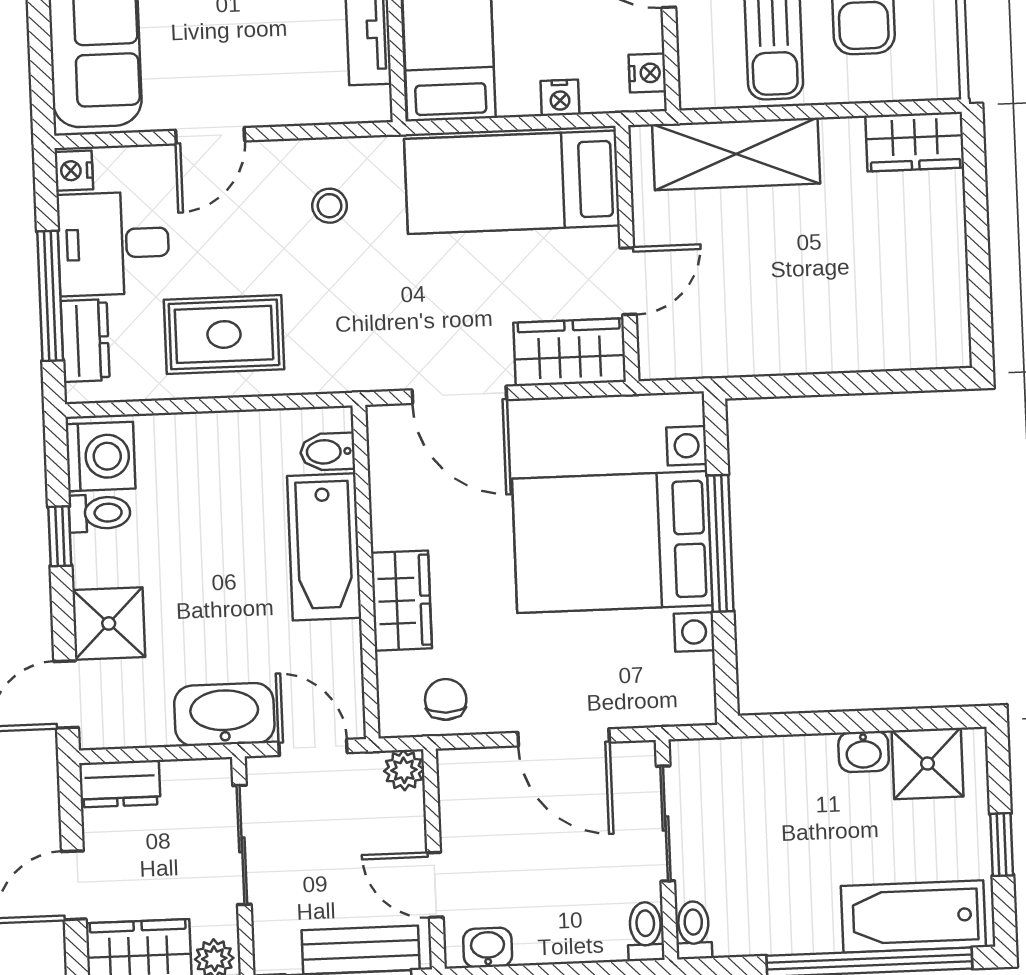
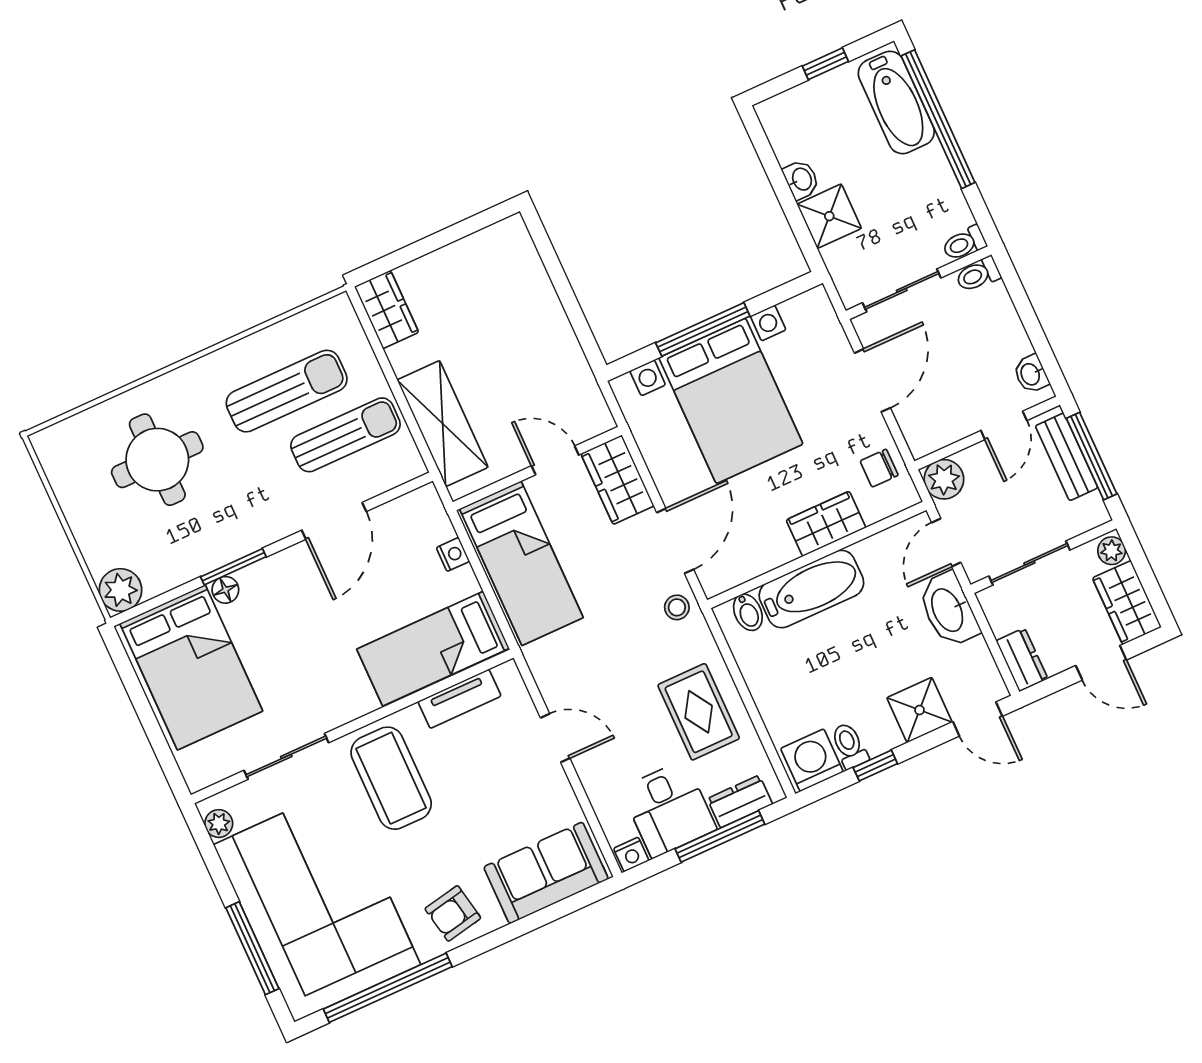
nightstand: (647, 73) -> (413, 504), removed
door: (210, 136) -> (555, 738), moved
stool: (330, 206) -> (677, 607), moved
shower: (928, 763) -> (829, 216), moved
plant: (404, 770) -> (944, 479), width x1.38, depth x1.38

